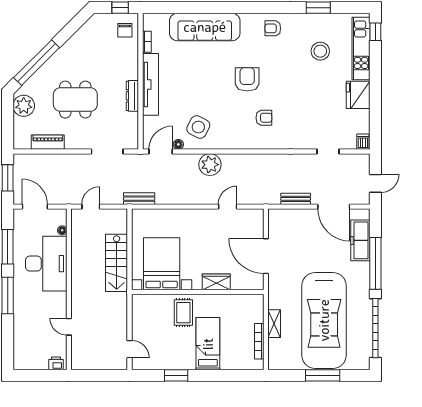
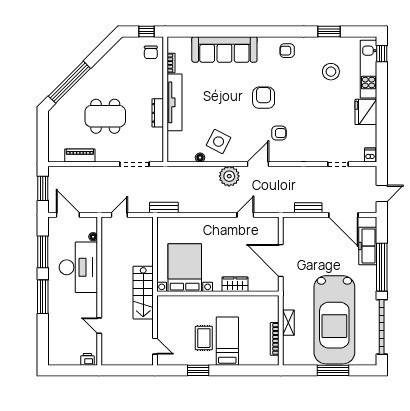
plant: (24, 106) -> (58, 122), removed
door: (161, 152) -> (258, 164), moved
stairs: (117, 263) -> (143, 293), moved
rug: (183, 313) -> (204, 338), moved

